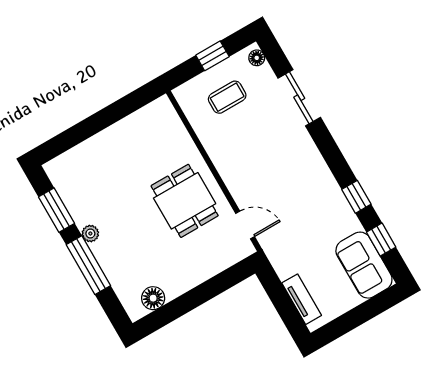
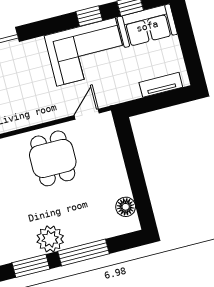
dining table: (185, 201) -> (53, 158), turned 90
corner sofa: (315, 205) -> (86, 52), added
plant: (90, 234) -> (50, 239), width x1.88, depth x1.88

